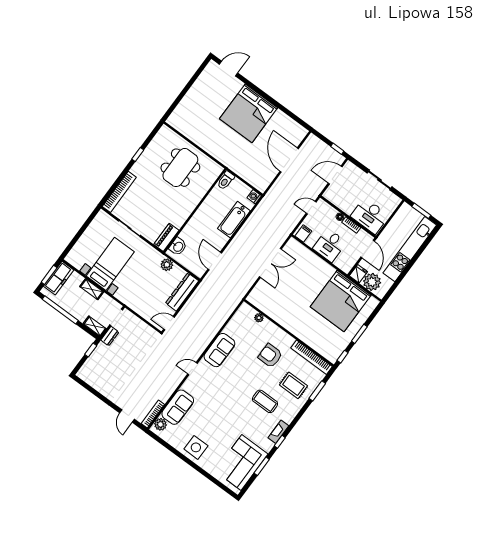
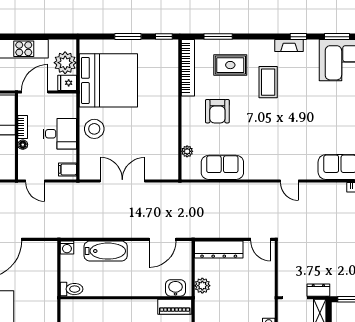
stool: (317, 269) -> (94, 129), added
sofa: (219, 350) -> (222, 167), moved
rug: (293, 385) -> (230, 65), turned 90

